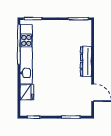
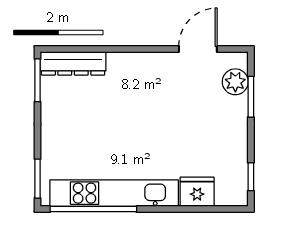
dresser: (86, 61) -> (73, 63), moved
plant: (78, 110) -> (235, 82), added

